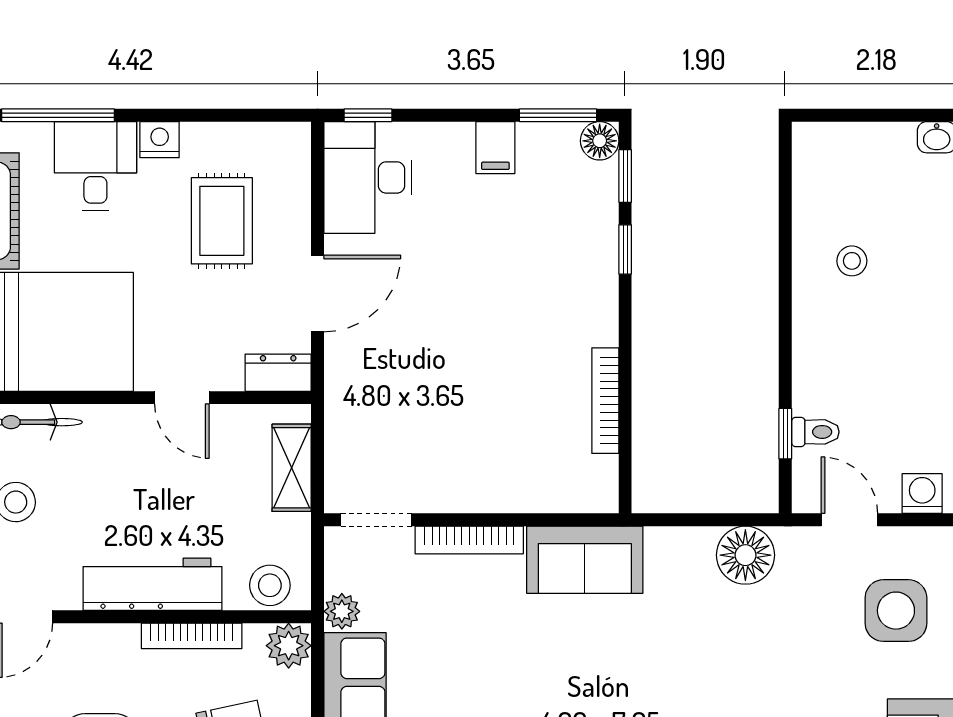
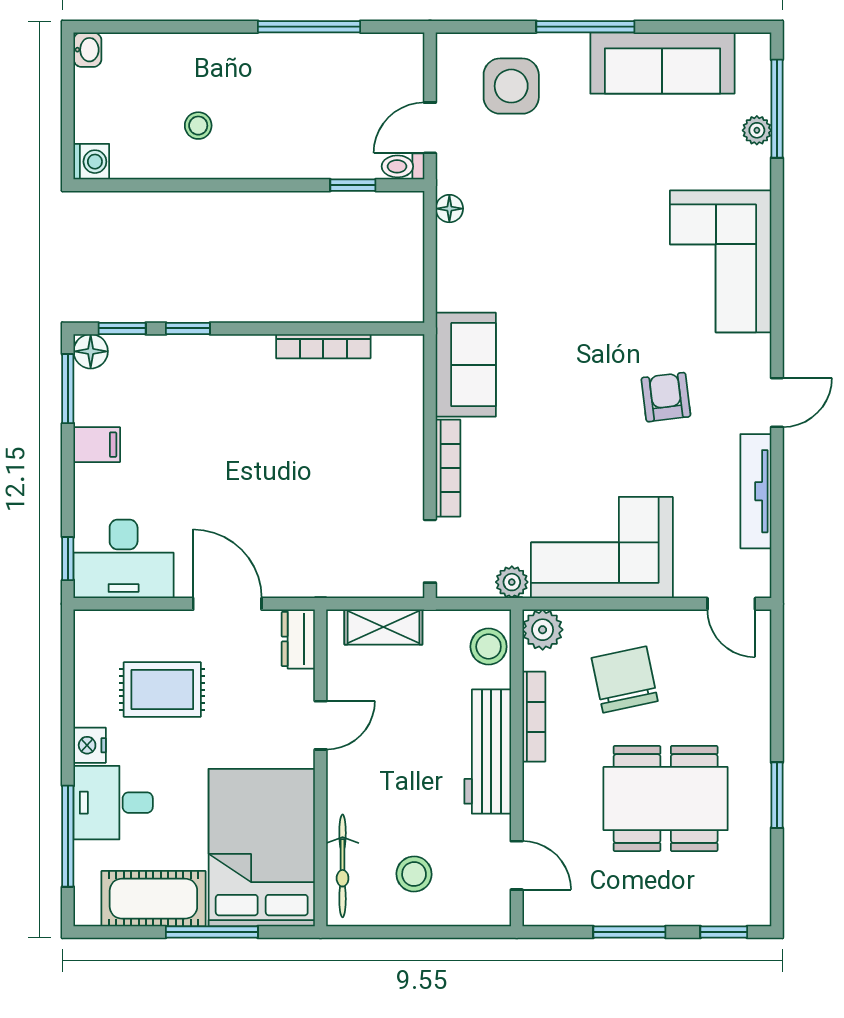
toilet: (815, 432) -> (403, 166), moved, turned -90
washing machine: (922, 494) -> (91, 162), moved, turned 180
floor lamp: (745, 555) -> (449, 209), width x0.53, depth x0.53

